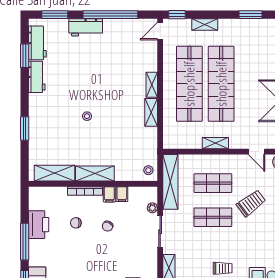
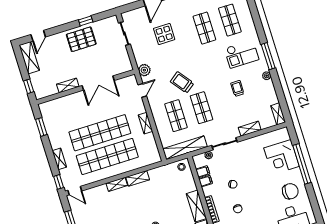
filing cabinet: (109, 194) -> (203, 172), moved

